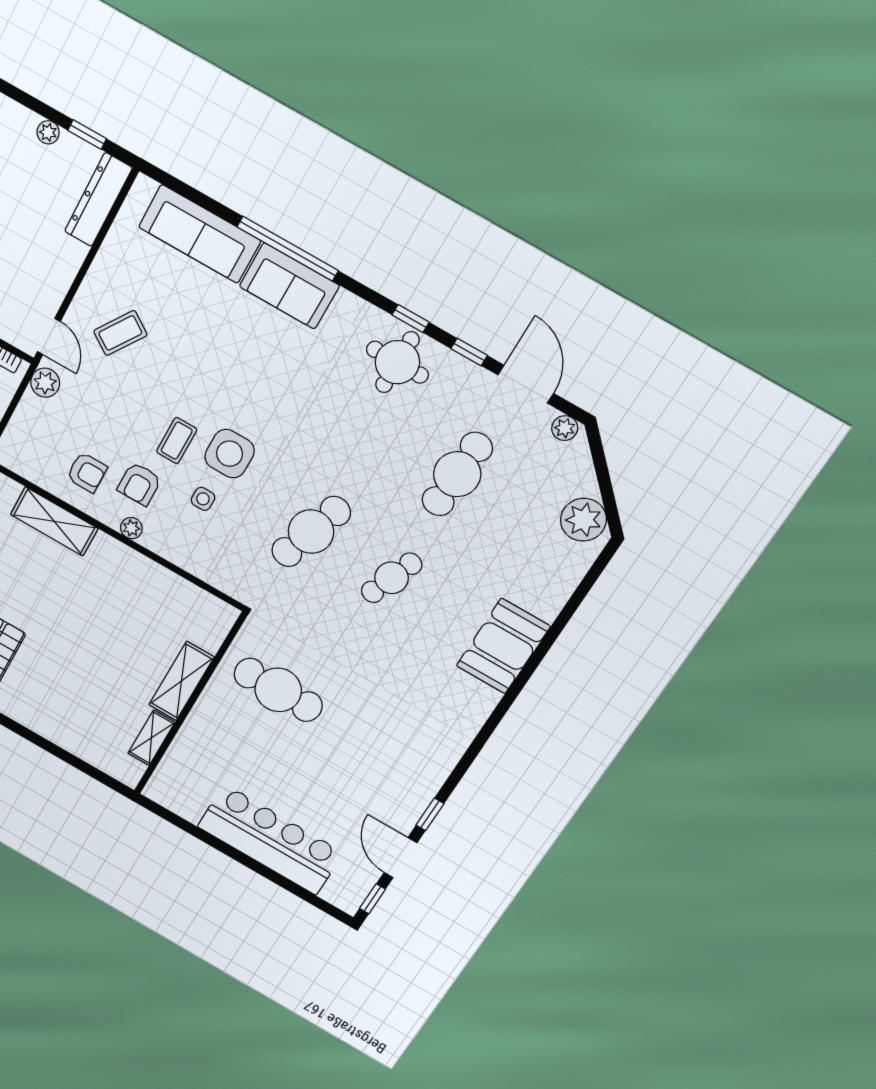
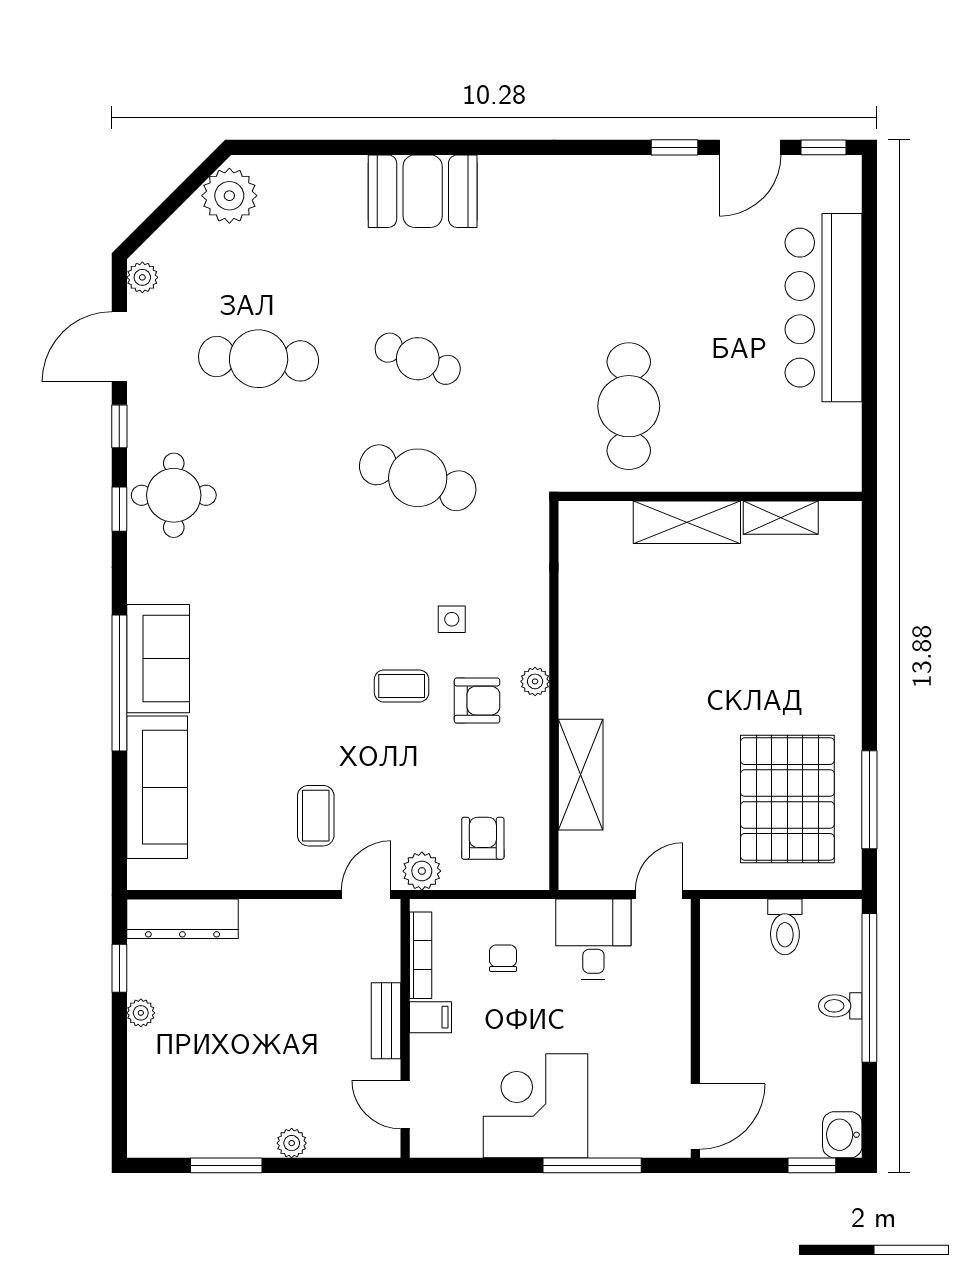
coffee table: (120, 333) -> (316, 816), turned 56
side table: (230, 454) -> (382, 619), removed
armchair: (87, 472) -> (483, 838), moved

